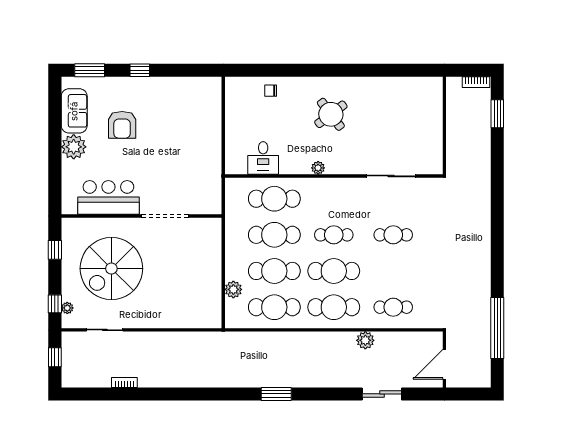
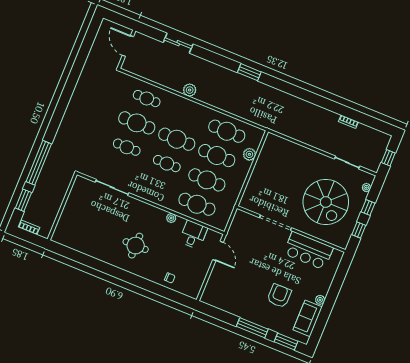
window: (140, 70) -> (252, 328), width x2.17
round table: (331, 114) -> (136, 246), turned 37
plant: (74, 147) -> (320, 300), width x0.53, depth x0.53
door: (223, 150) -> (218, 251), added
plant: (318, 168) -> (171, 218), moved
spiral stairs: (111, 269) -> (326, 202), turned 90
window: (55, 304) -> (368, 208), moved
cafe table: (334, 307) -> (137, 123), moved
window: (497, 328) -> (39, 163), moved
plant: (365, 340) -> (190, 90), moved
door: (444, 364) -> (128, 46), swing flipped

